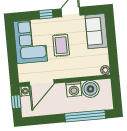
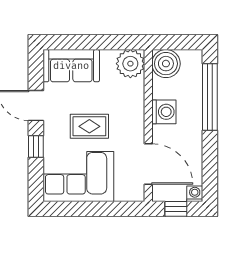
plant: (105, 70) -> (130, 64), width x1.87, depth x1.87
boiler: (91, 89) -> (166, 64), moved
washing machine: (24, 91) -> (195, 194), moved

